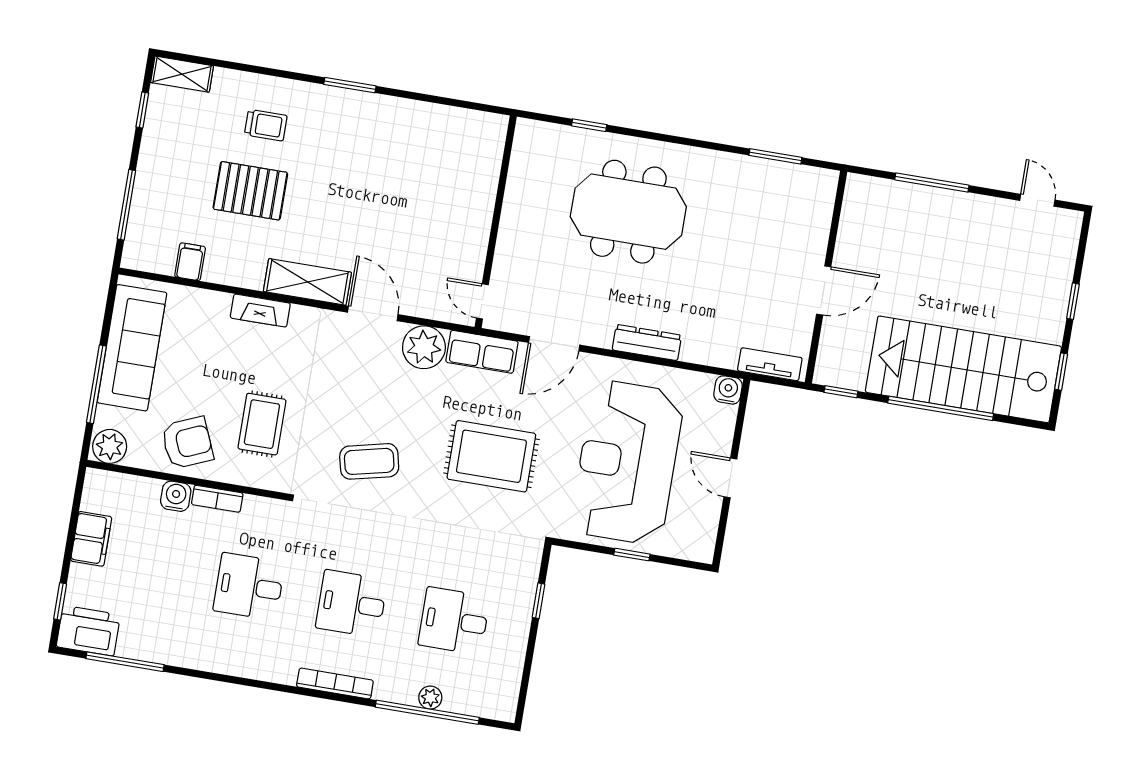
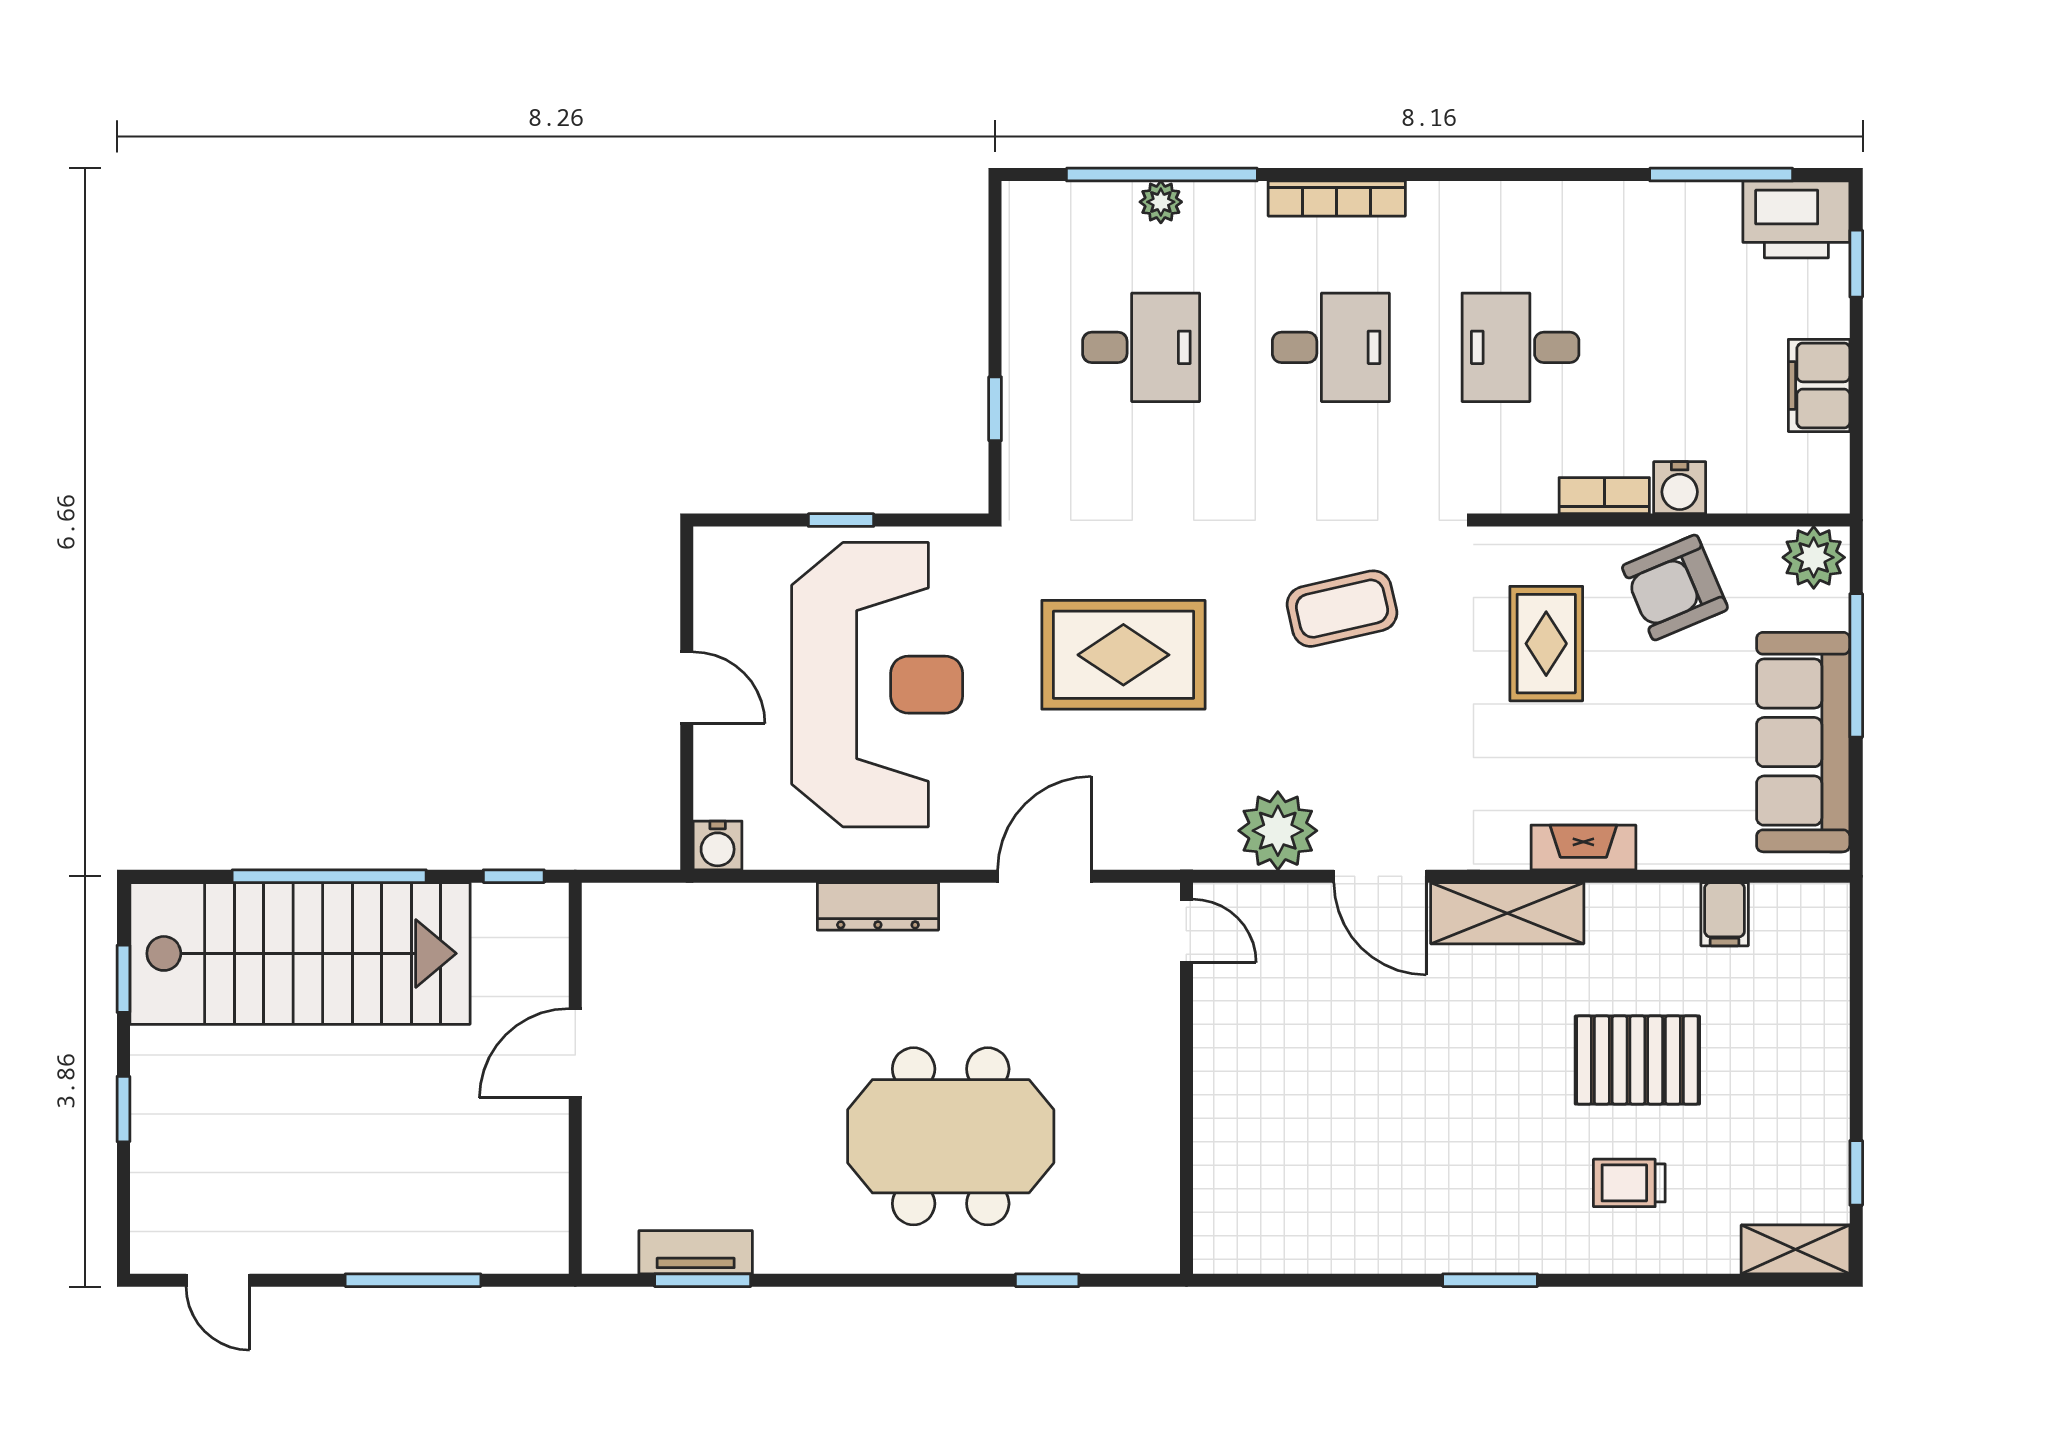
window: (126, 205) -> (1856, 998), removed
row of seats: (482, 352) -> (1172, 840), removed
tv unit: (770, 364) -> (696, 1252), moved, turned 180
desk: (249, 586) -> (1520, 347), turned 180

